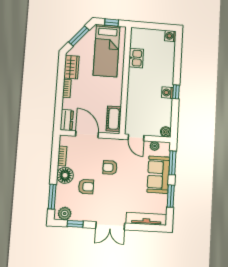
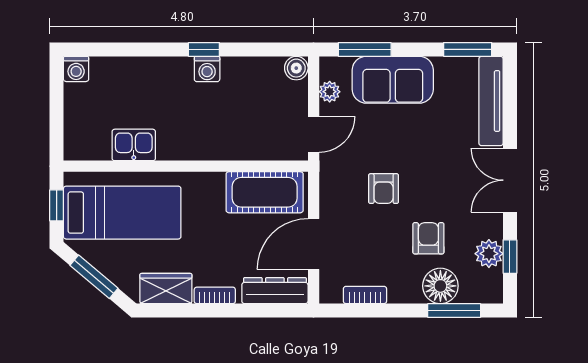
cot: (114, 119) -> (265, 192), width x1.37, depth x1.34
dresser: (67, 120) -> (275, 291), width x1.44
floor lamp: (65, 175) -> (440, 286), moved
window: (171, 196) -> (468, 49), moved
plant: (65, 214) -> (489, 254), moved
double door: (110, 226) -> (510, 180), swing flipped

